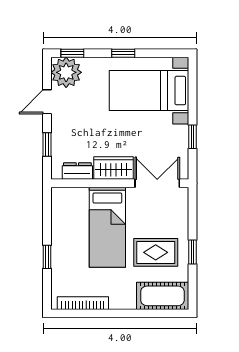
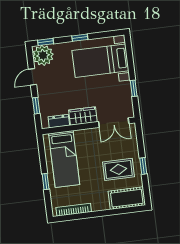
double door: (157, 183) -> (114, 123), swing flipped
bed: (107, 227) -> (64, 159), moved

